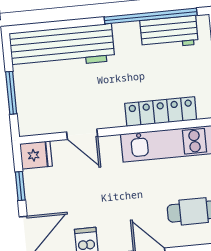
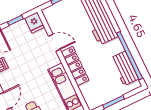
locker: (161, 112) -> (75, 66), moved
door: (82, 134) -> (54, 43), swing flipped

